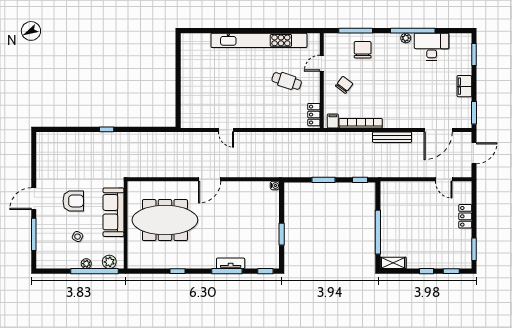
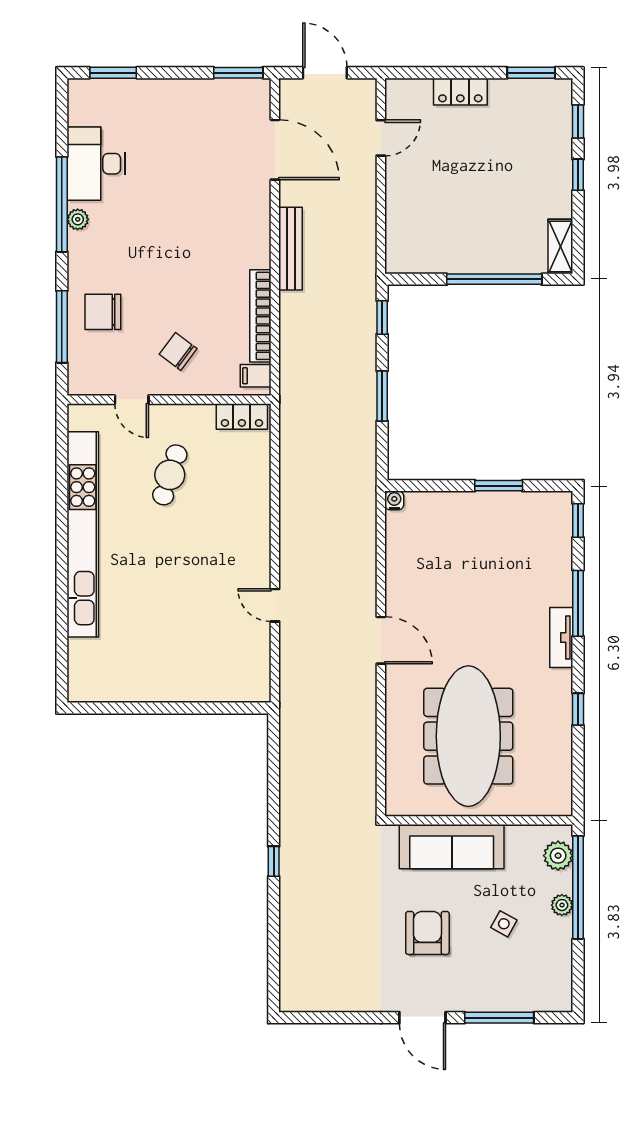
filing cabinet: (464, 86) -> (181, 93), removed
door: (226, 130) -> (275, 605), swing flipped
tv unit: (231, 263) -> (561, 638), moved

